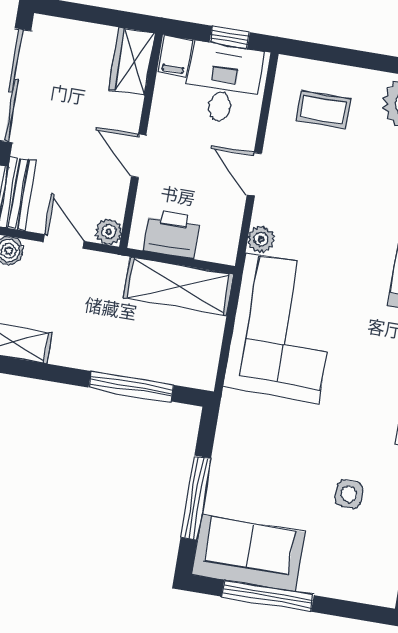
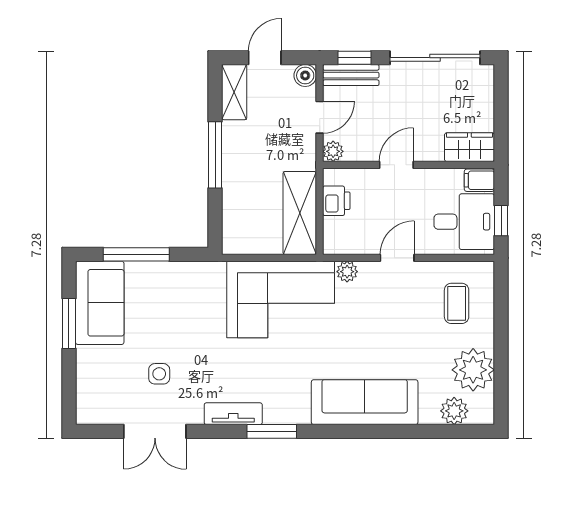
printer: (171, 234) -> (336, 201), width x0.73, depth x0.81
window: (131, 386) -> (215, 155), moved
window: (268, 596) -> (69, 323), width x0.69

